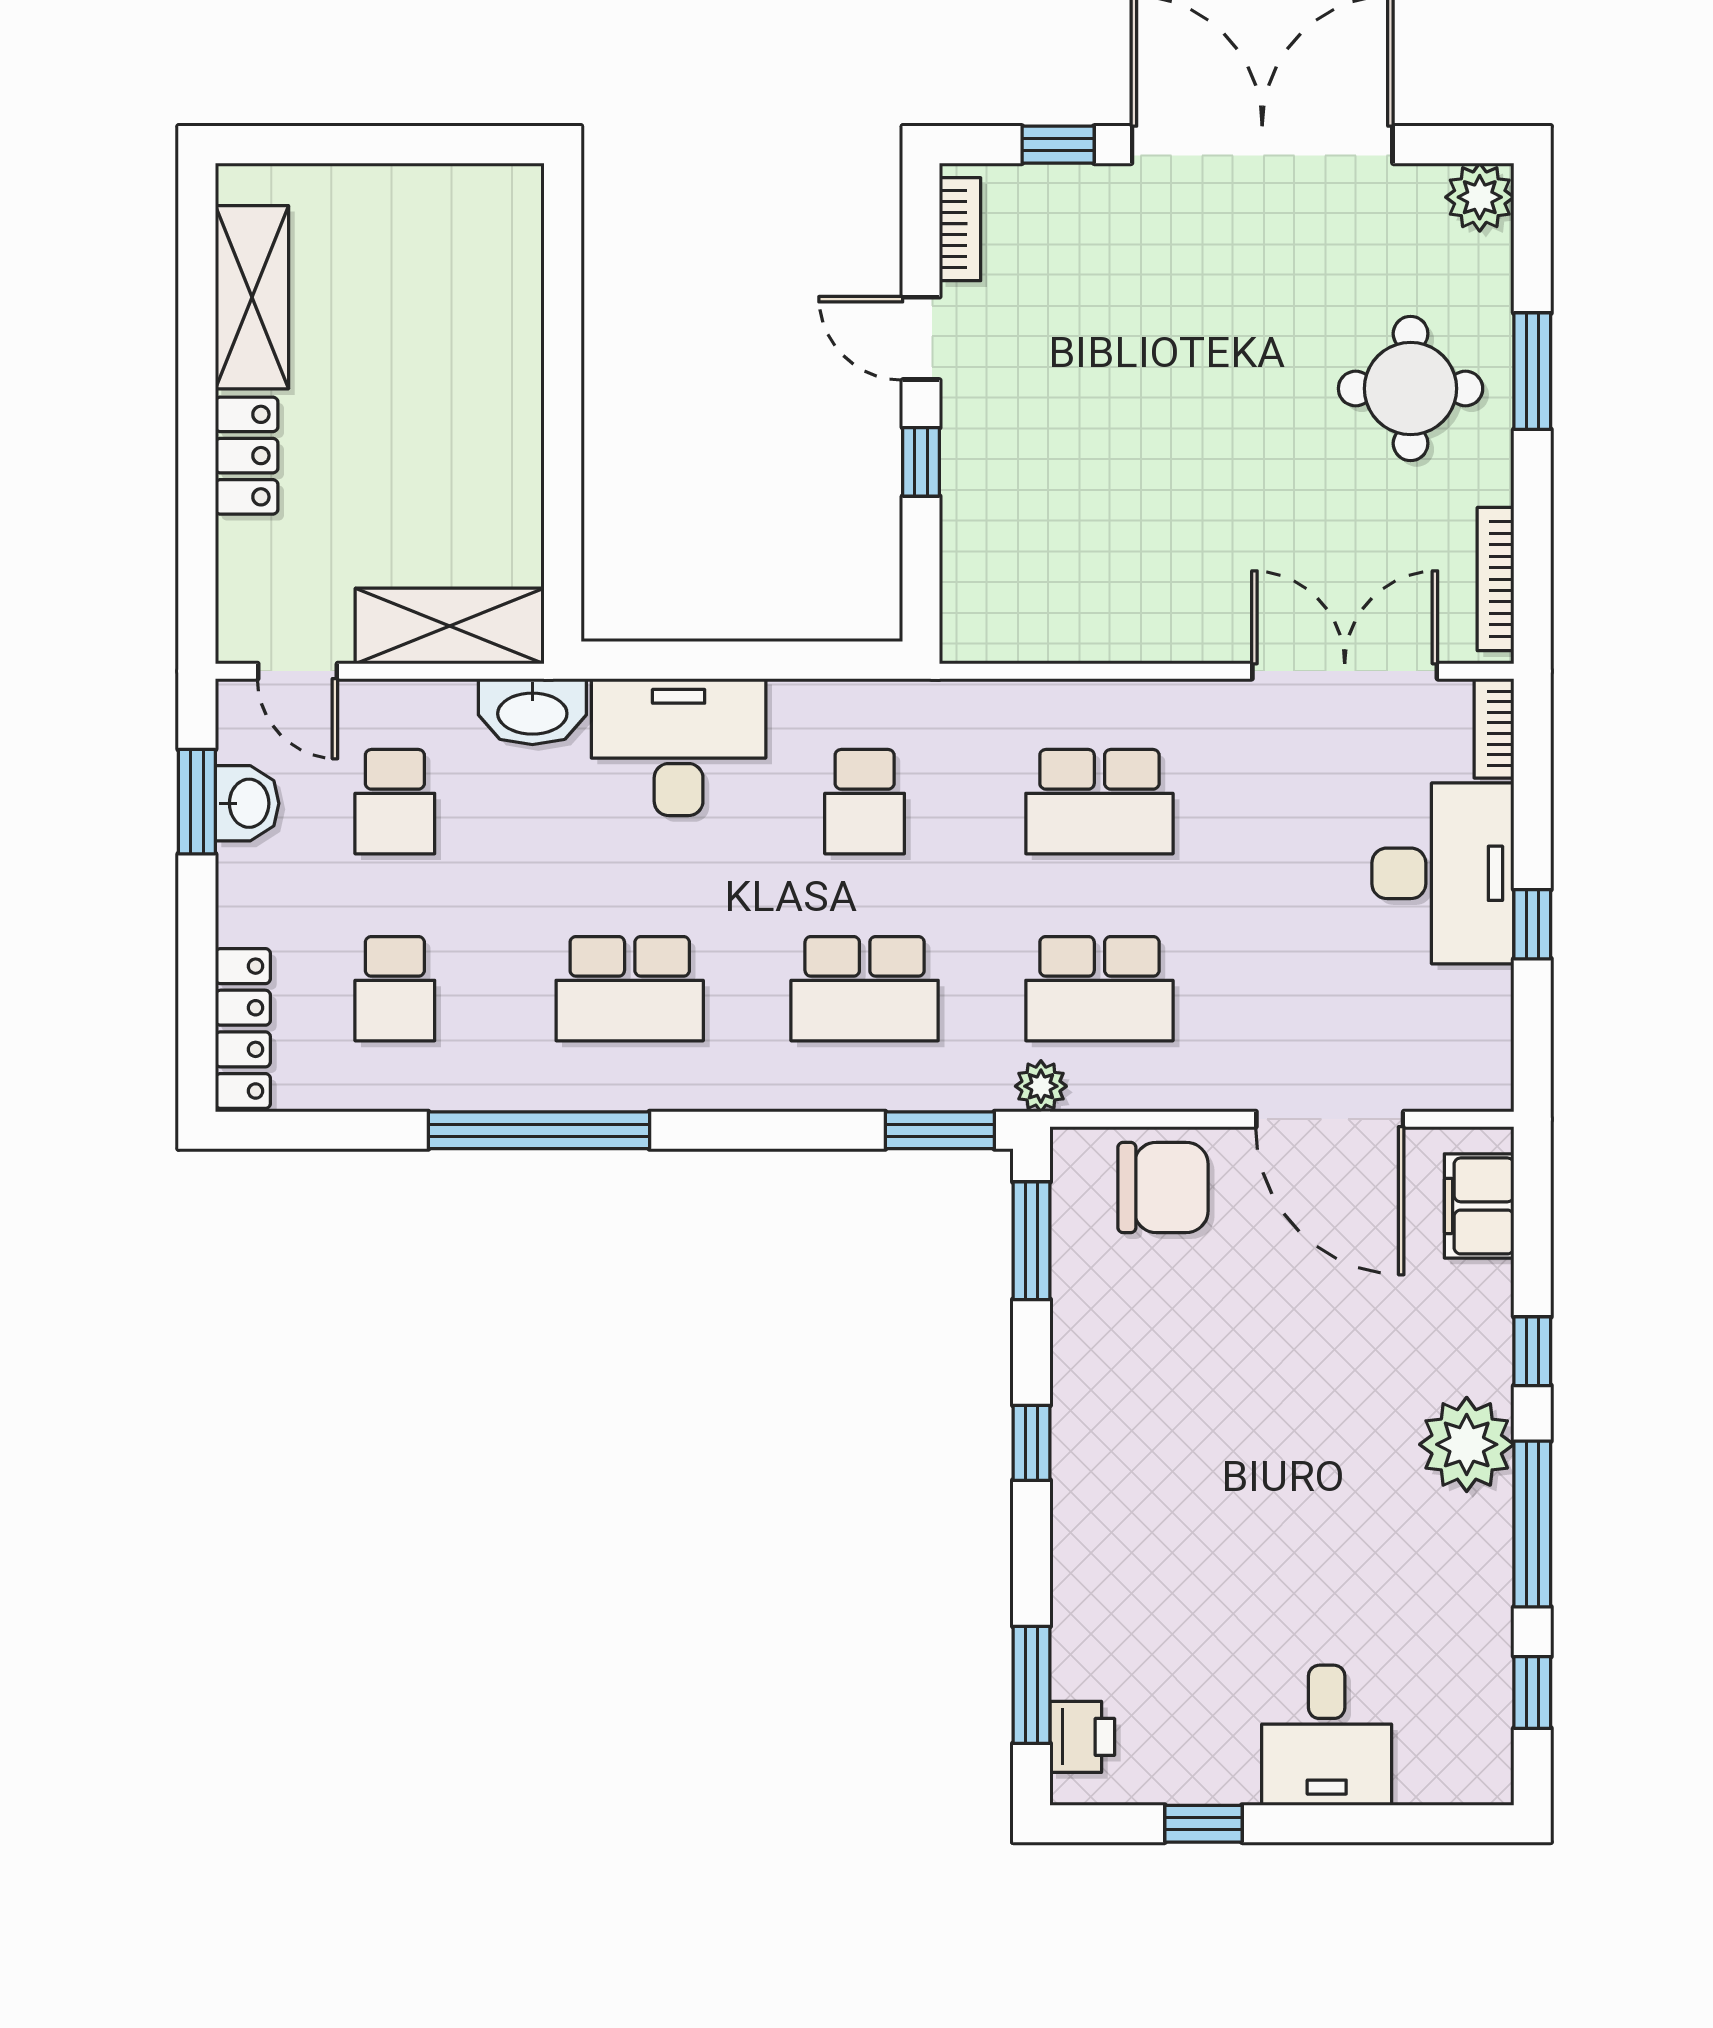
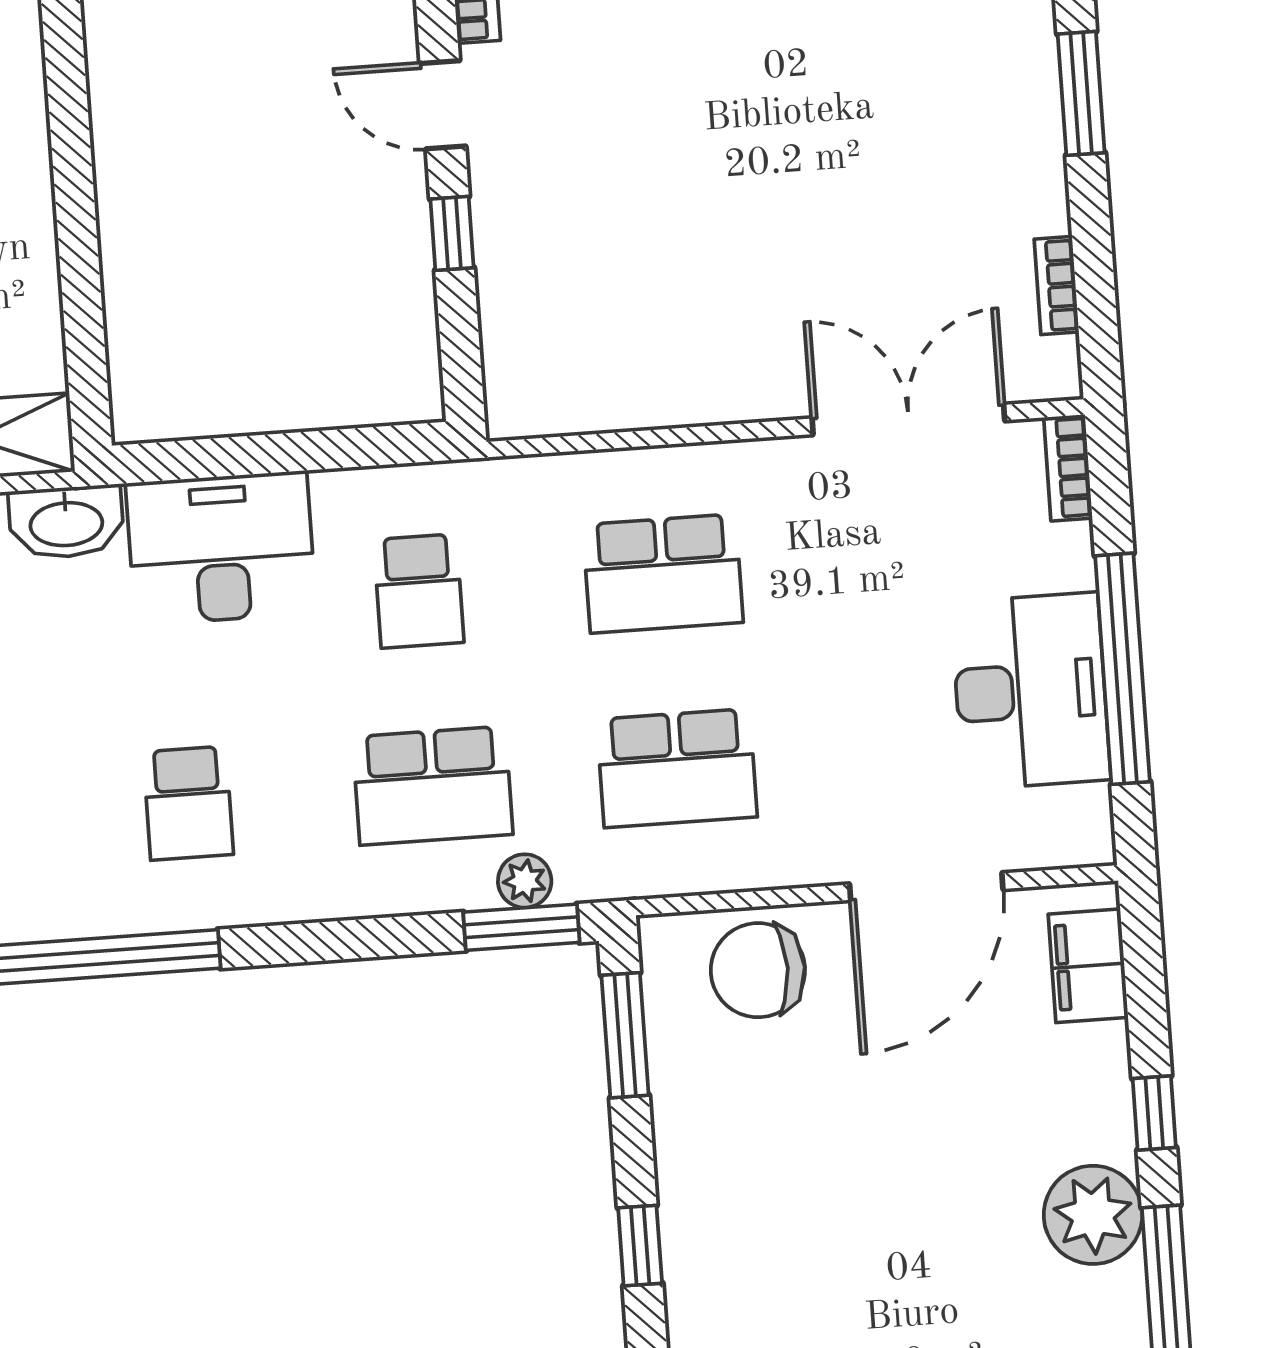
round table: (1411, 389) -> (956, 120), removed
bookcase: (1496, 579) -> (1057, 286), width x0.64
desk: (1443, 873) -> (1030, 691), moved
window: (1532, 924) -> (1122, 669), width x3.17
school desk: (630, 989) -> (188, 803), width x0.54
plant: (1041, 1086) -> (525, 881), moved
door: (1330, 1119) -> (926, 887), hinge flipped
chair: (1163, 1187) -> (758, 970), turned 180

